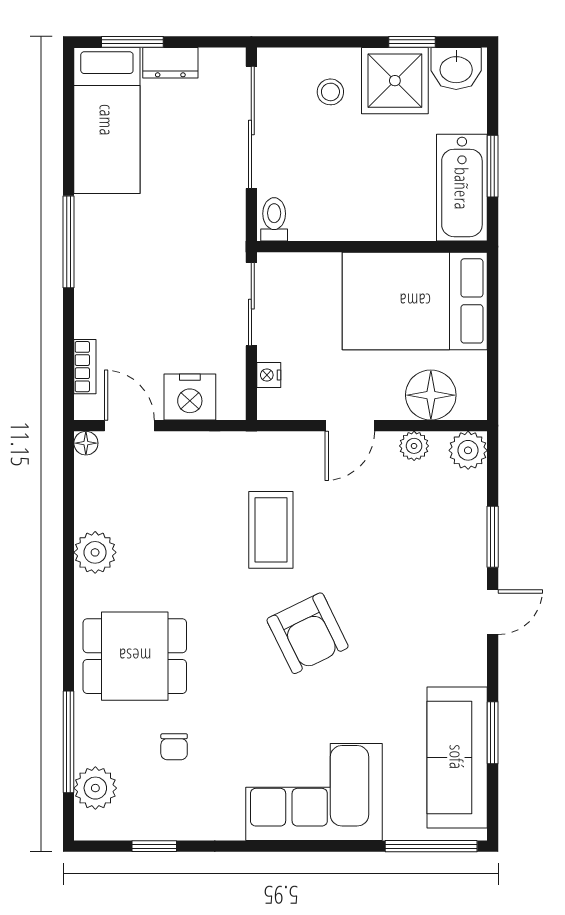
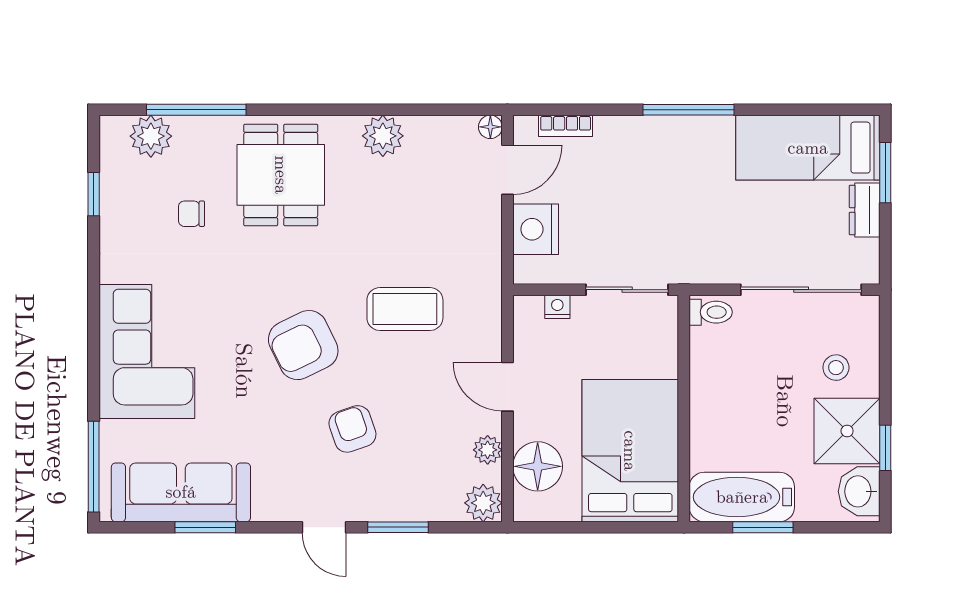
armchair: (393, 583) -> (352, 429), added

